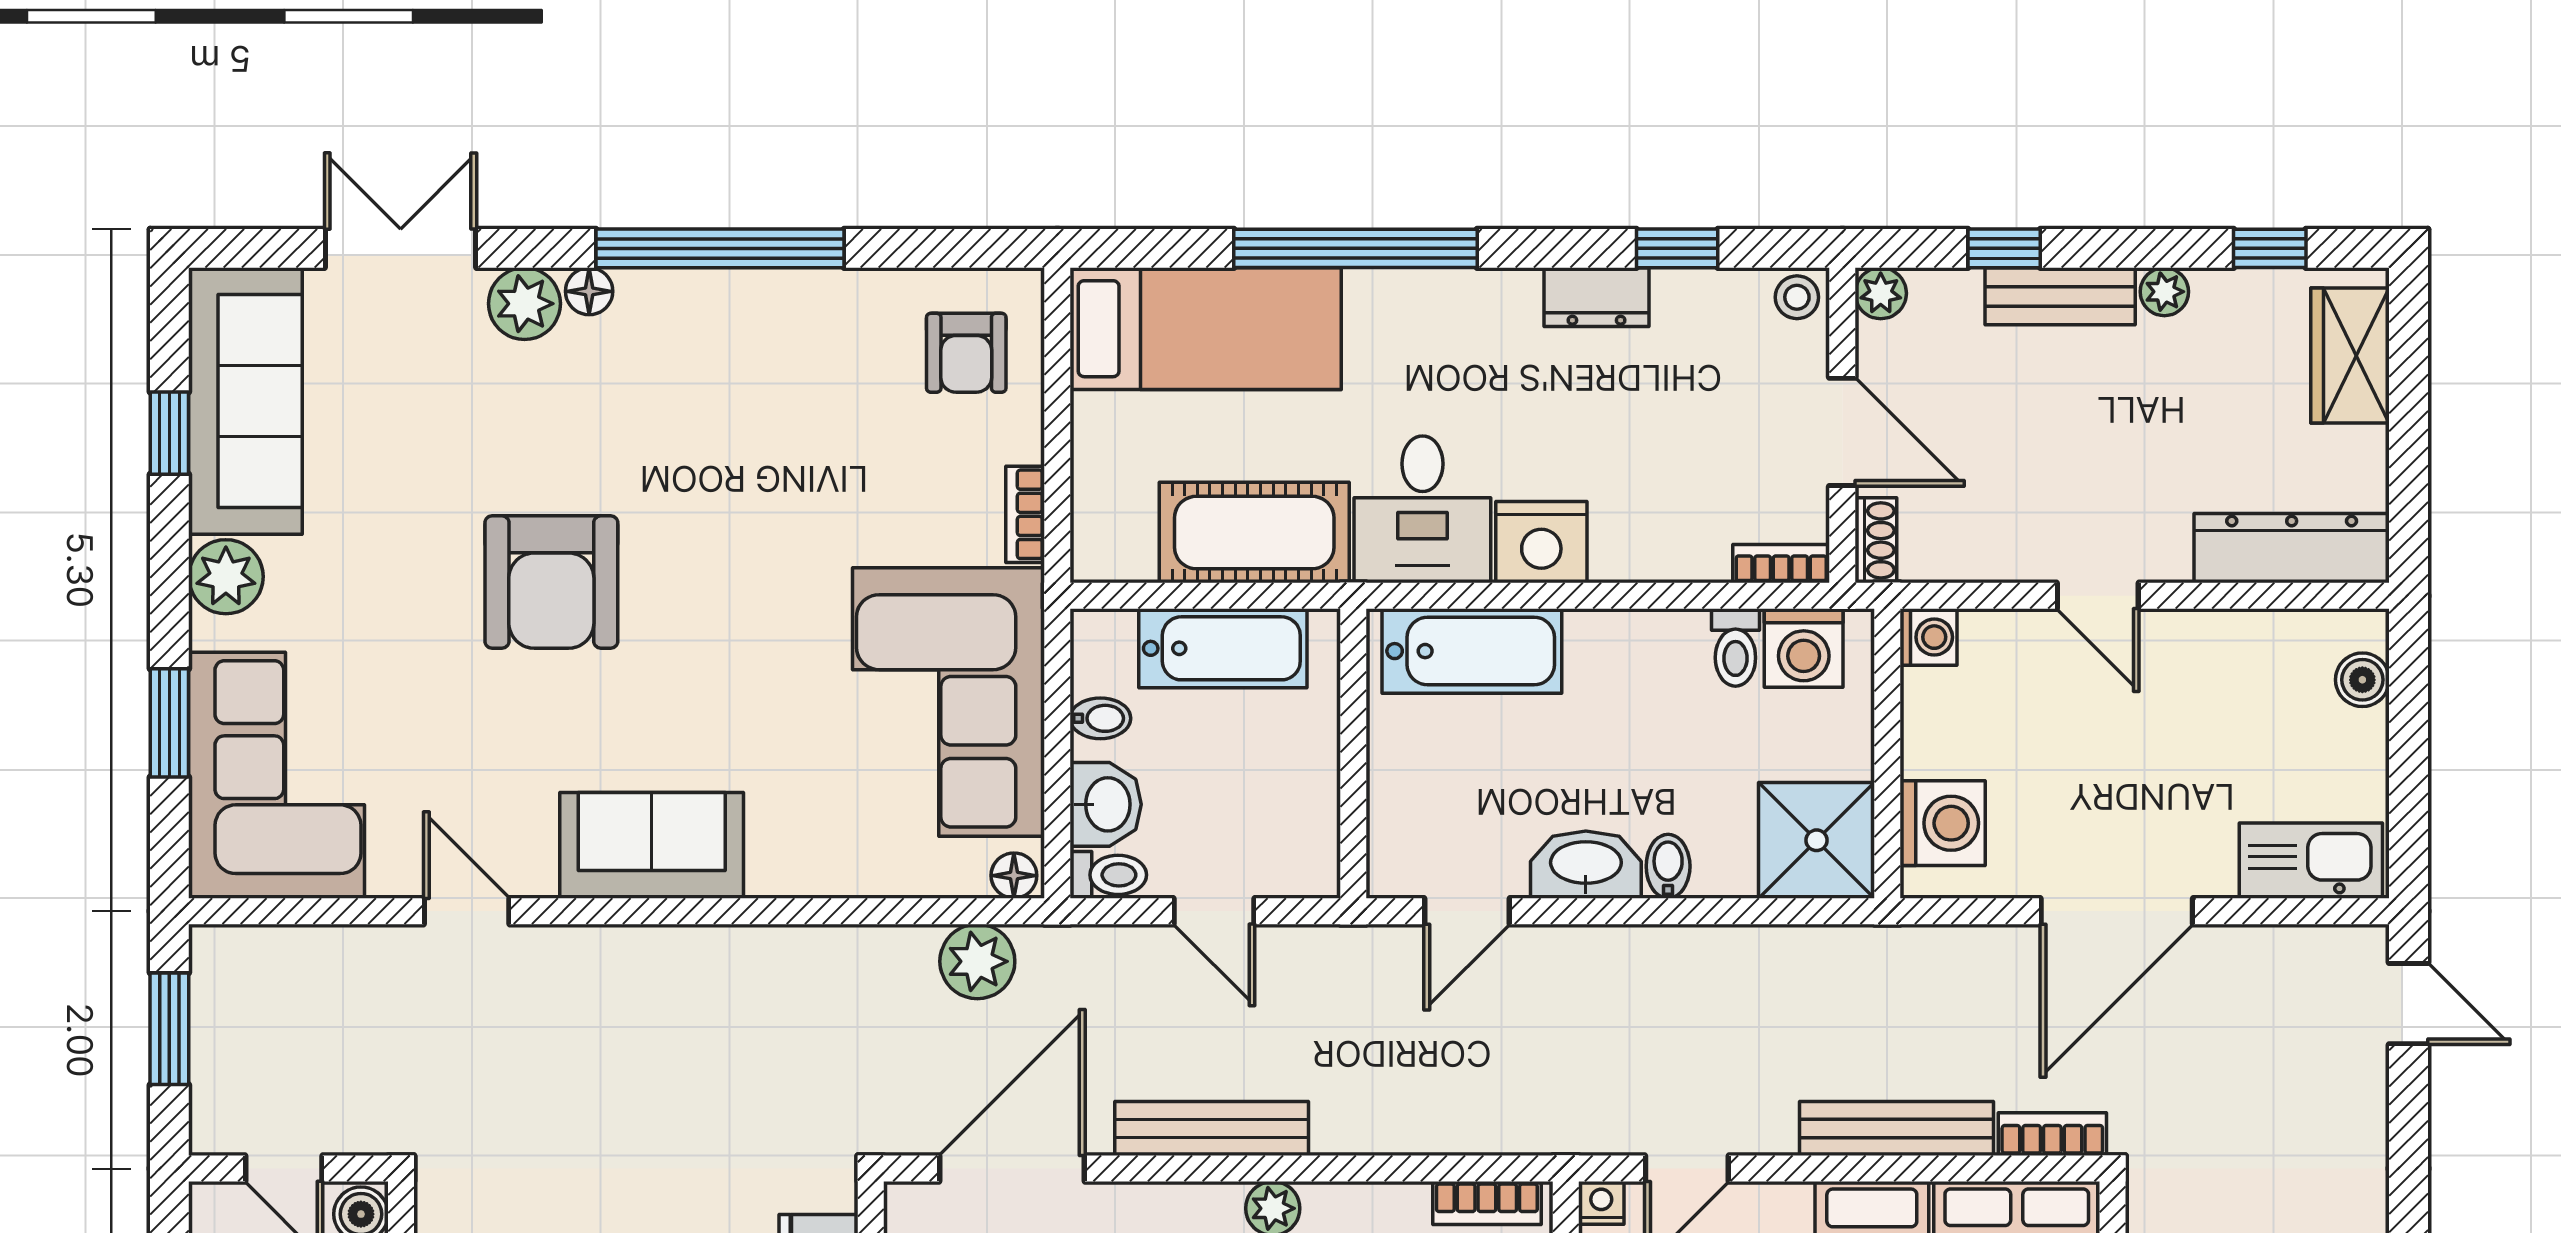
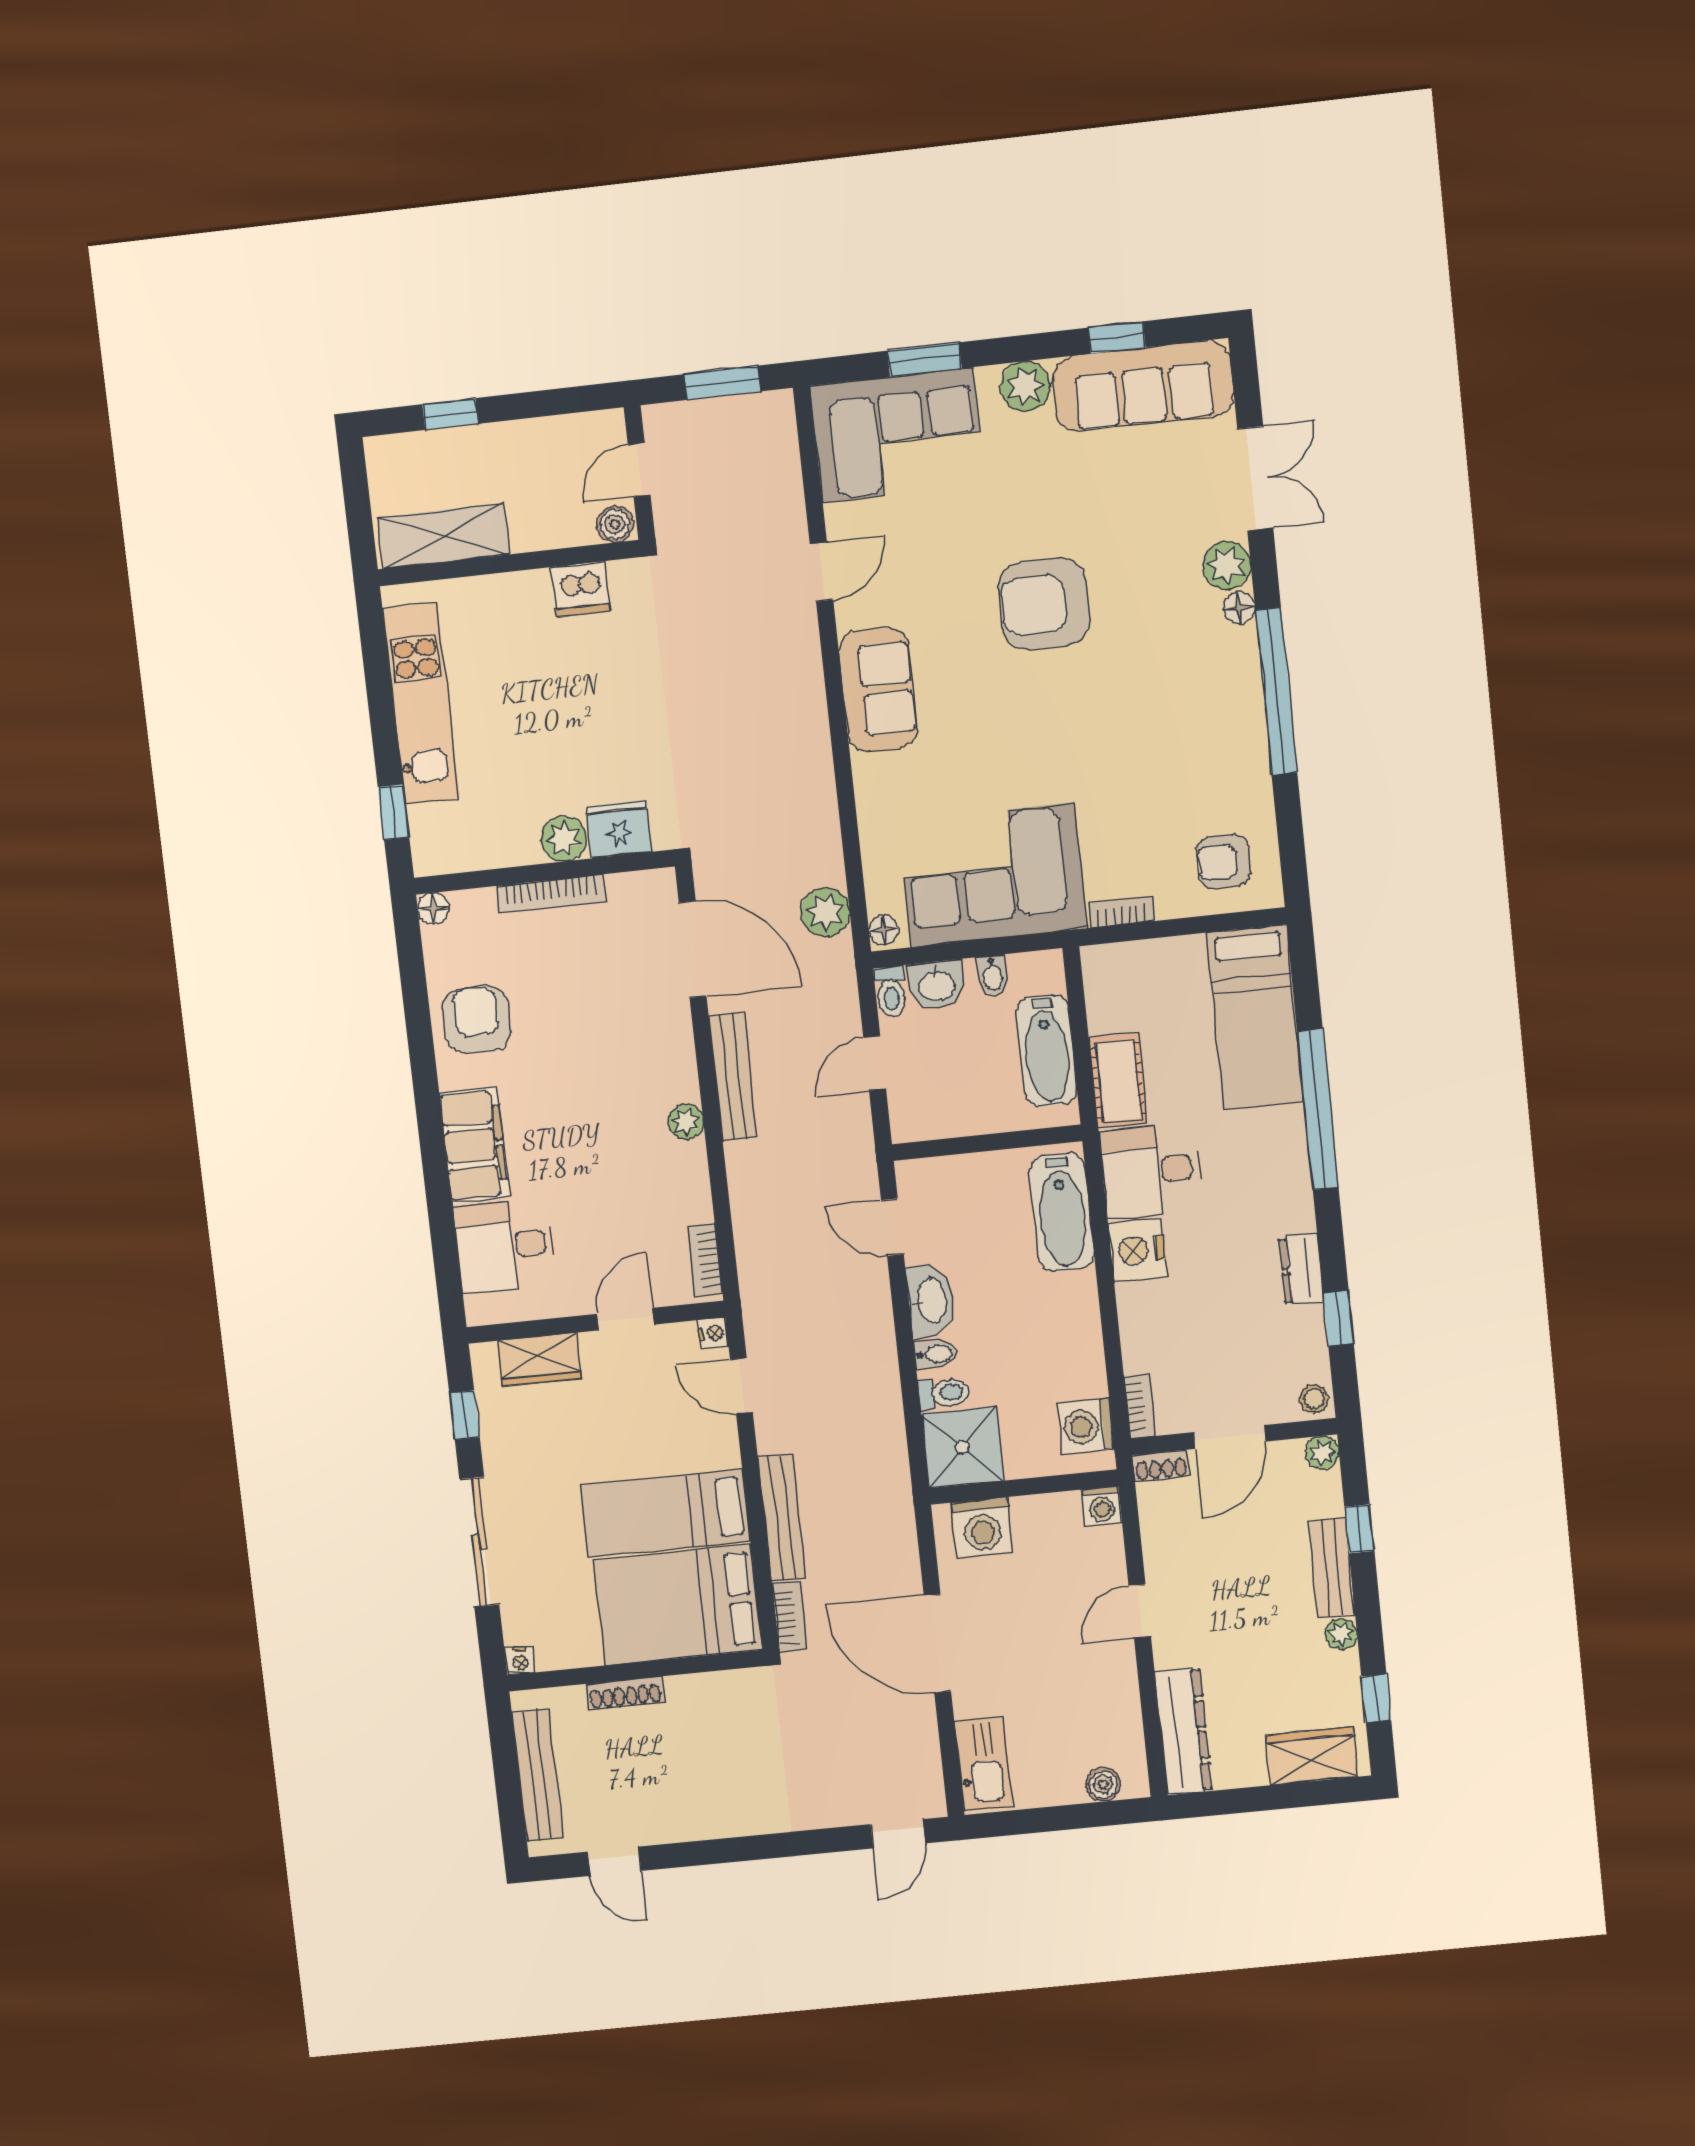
cot: (1254, 533) -> (1118, 1081), width x0.73, depth x0.75
toilet: (1735, 648) -> (944, 1393), moved, turned 180

